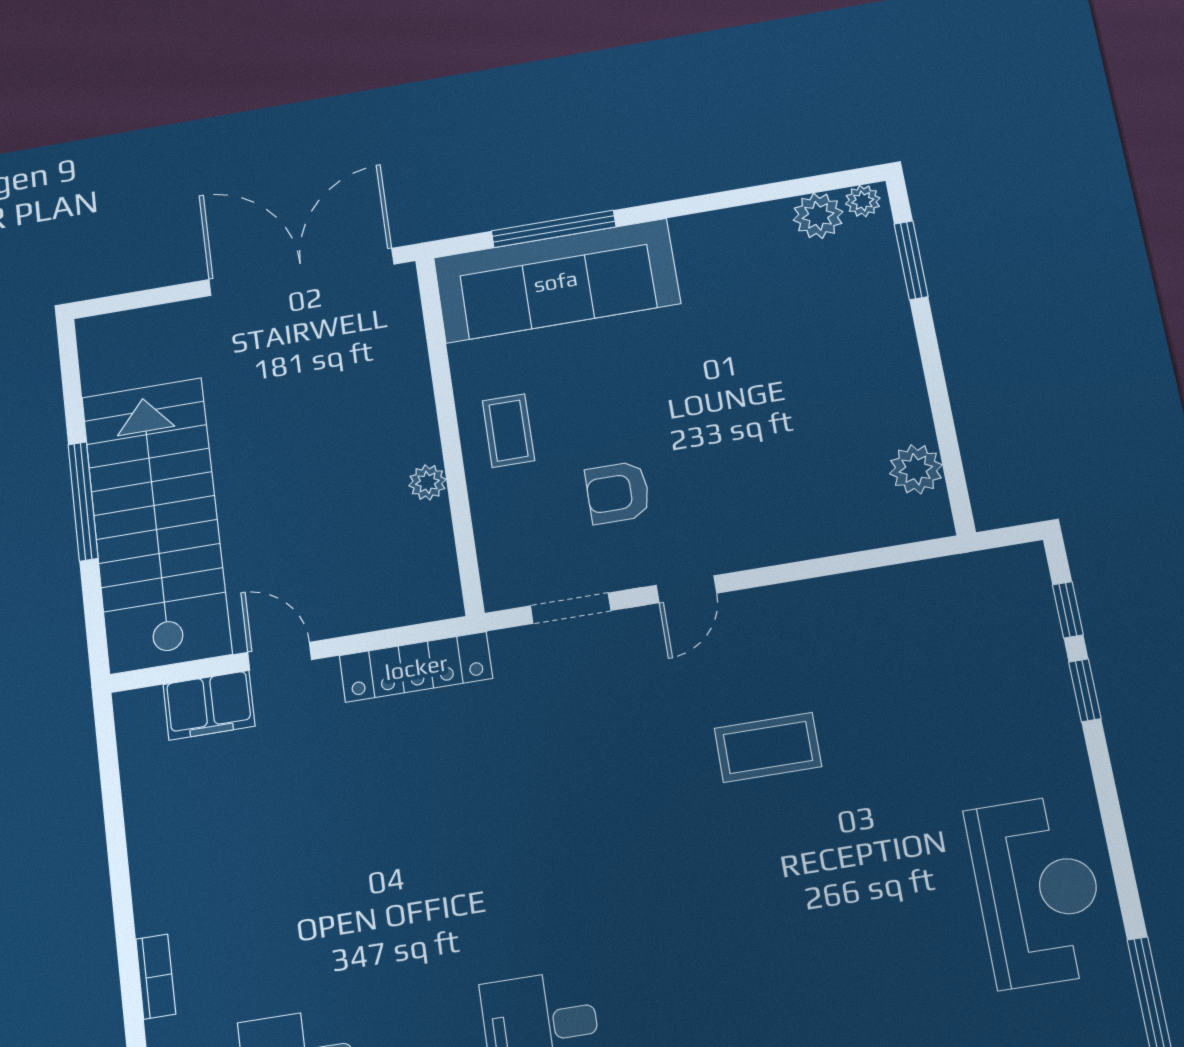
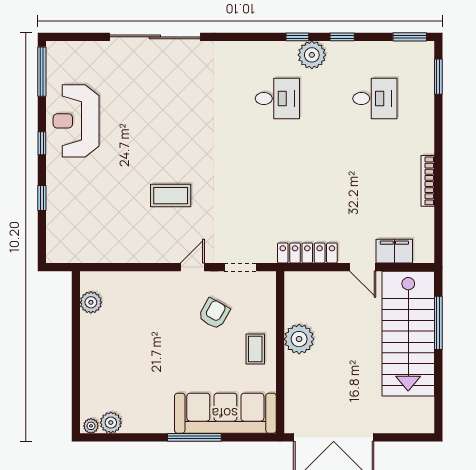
window: (554, 229) -> (194, 437), moved
window: (911, 260) -> (76, 395), removed
plant: (427, 482) -> (299, 339), width x1.88, depth x1.88
armchair: (618, 493) -> (214, 314), turned -61
window: (83, 501) -> (438, 323), moved
window: (1068, 610) -> (42, 143), moved
bookcase: (156, 976) -> (428, 181), moved, width x1.56

